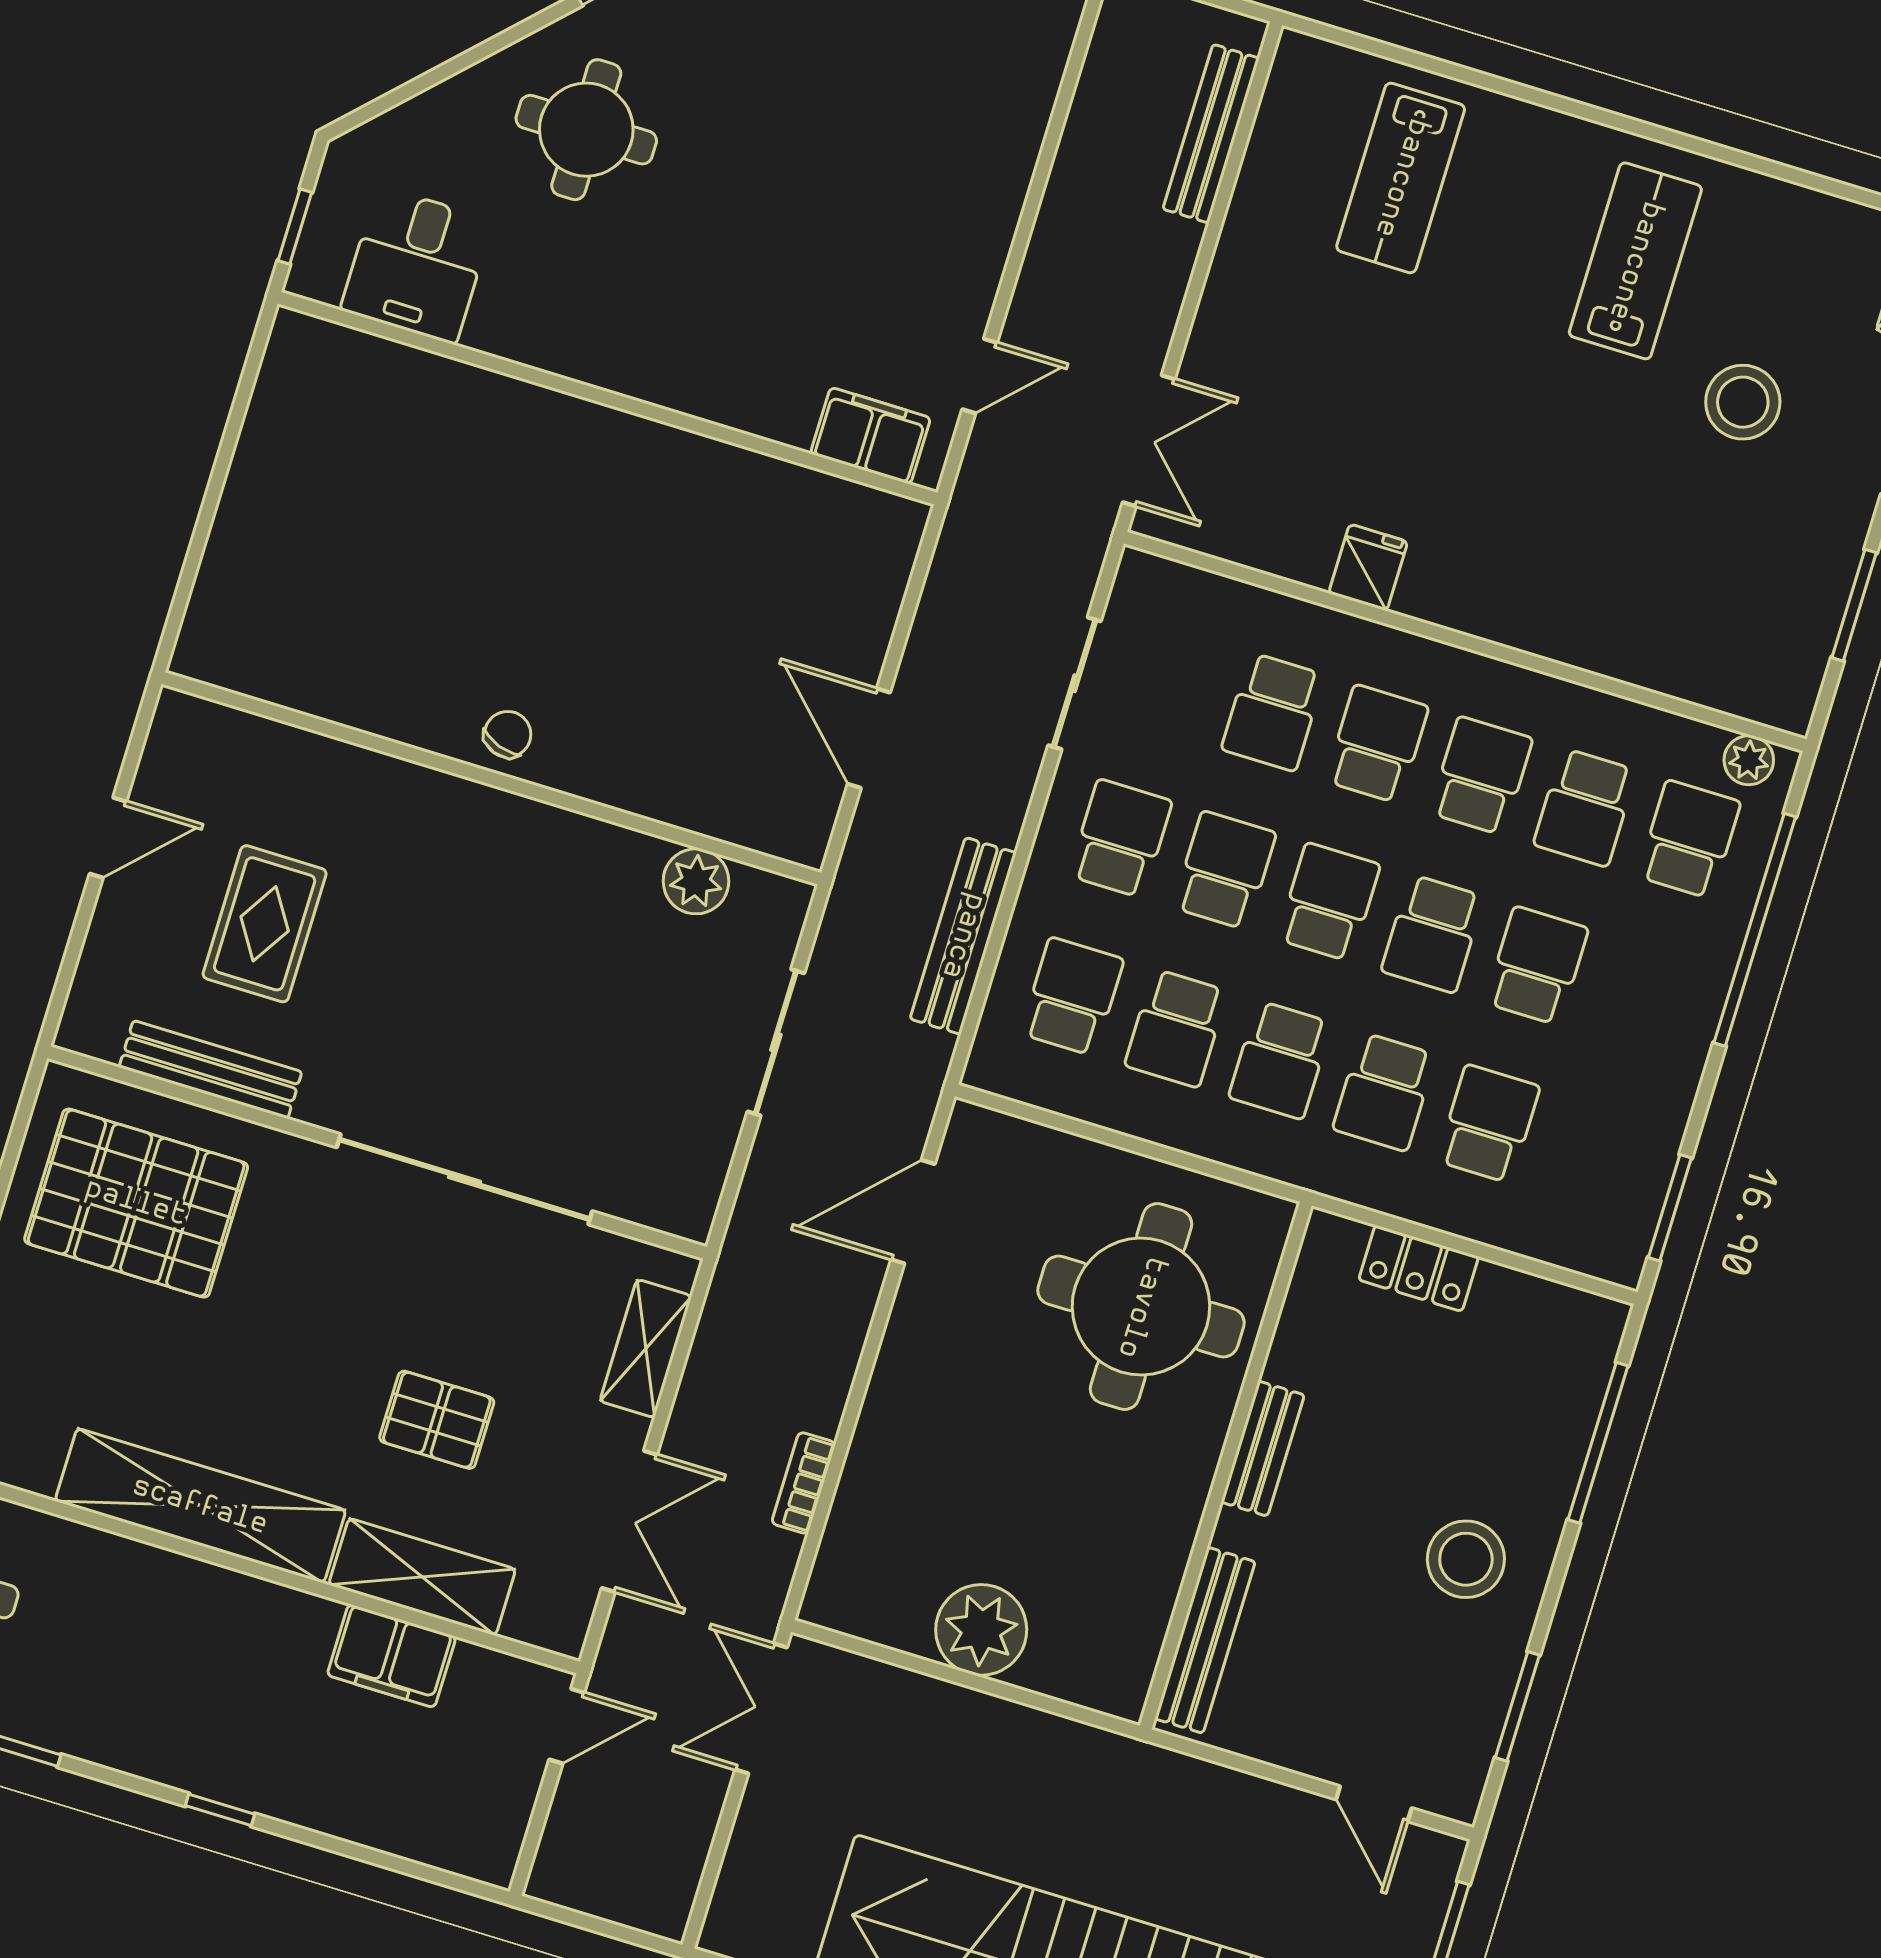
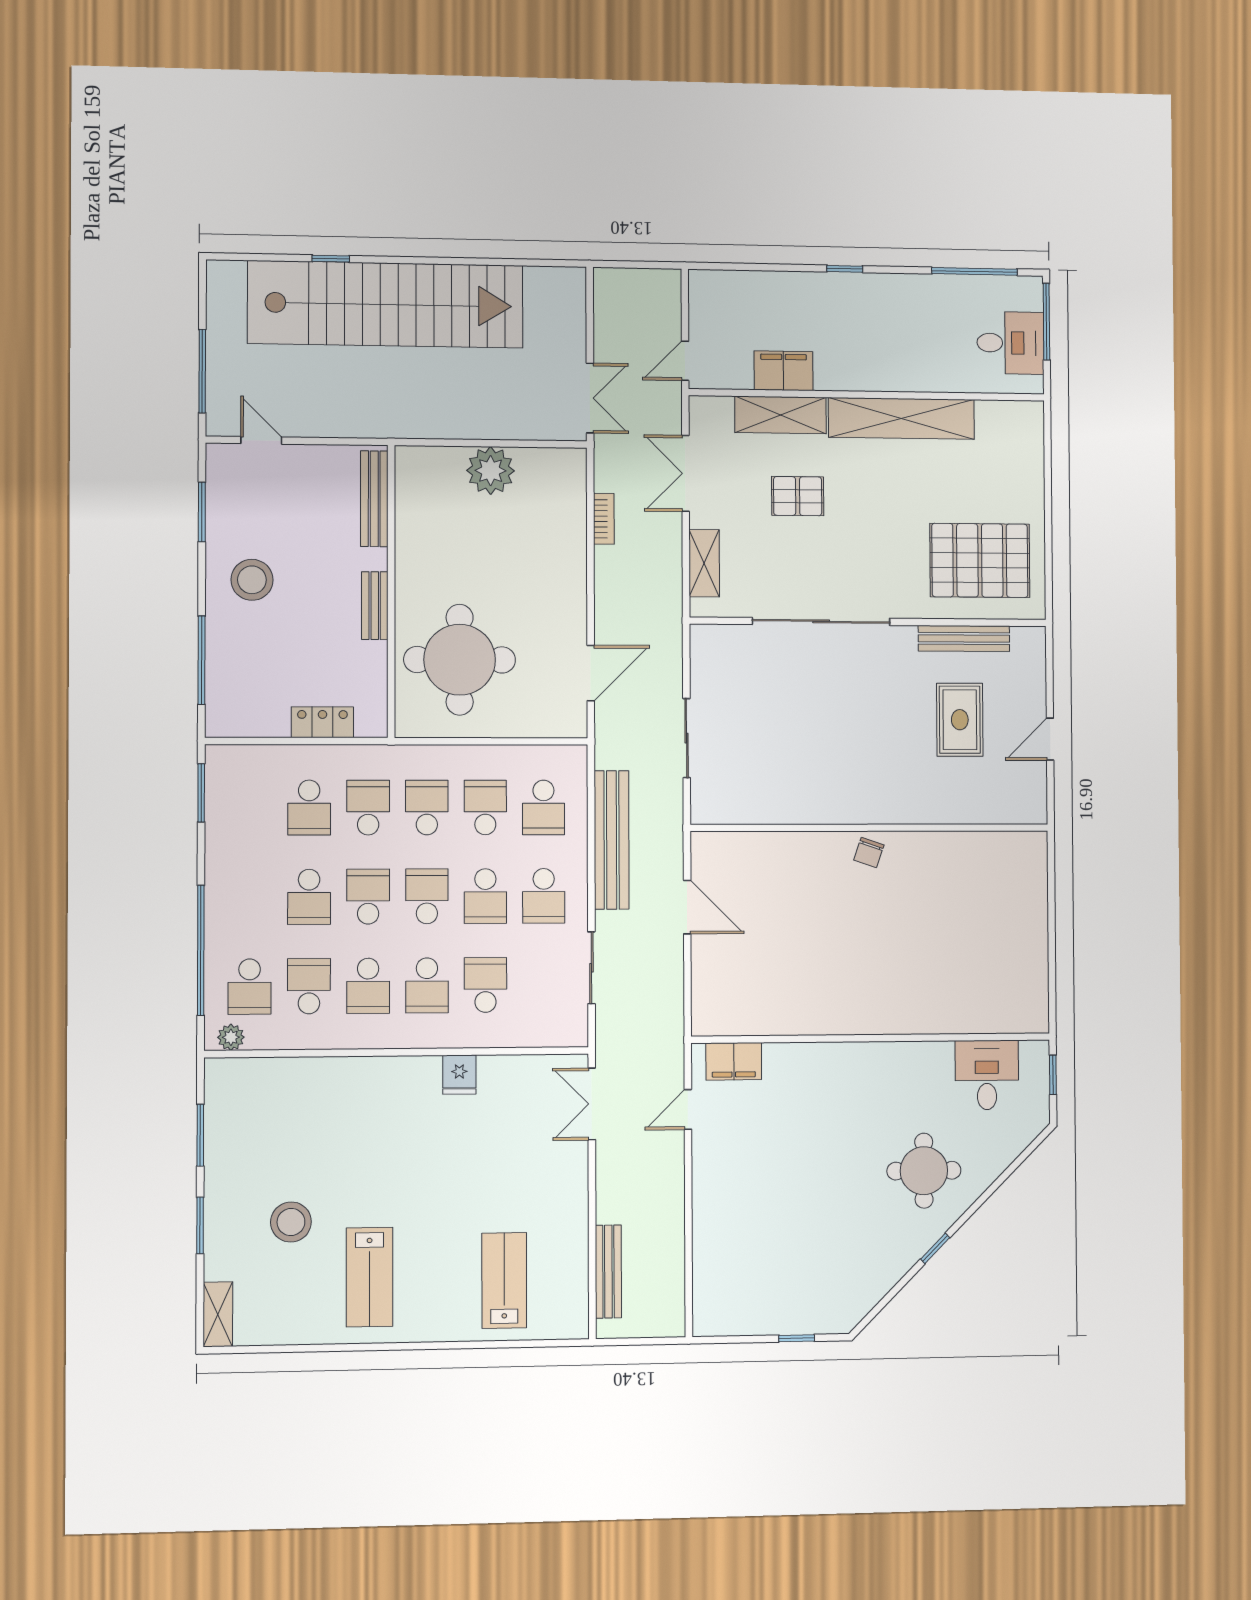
plant: (696, 881) -> (752, 807), removed
school desk: (1329, 902) -> (427, 896), turned 180
bench: (963, 936) -> (612, 840), width x1.37, depth x1.21

